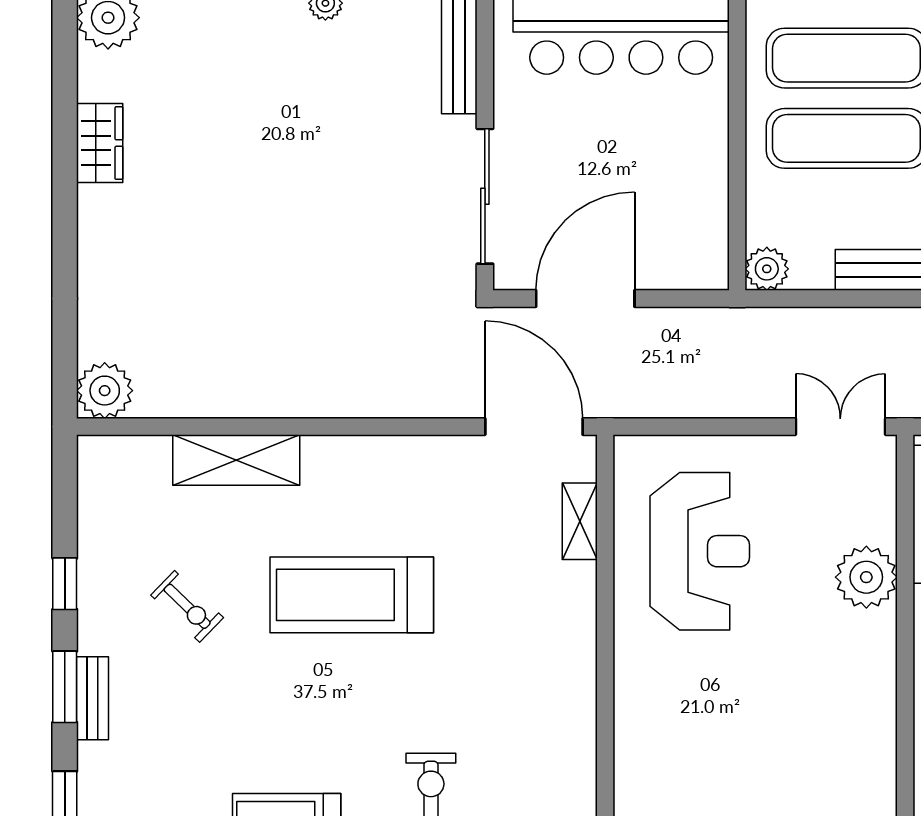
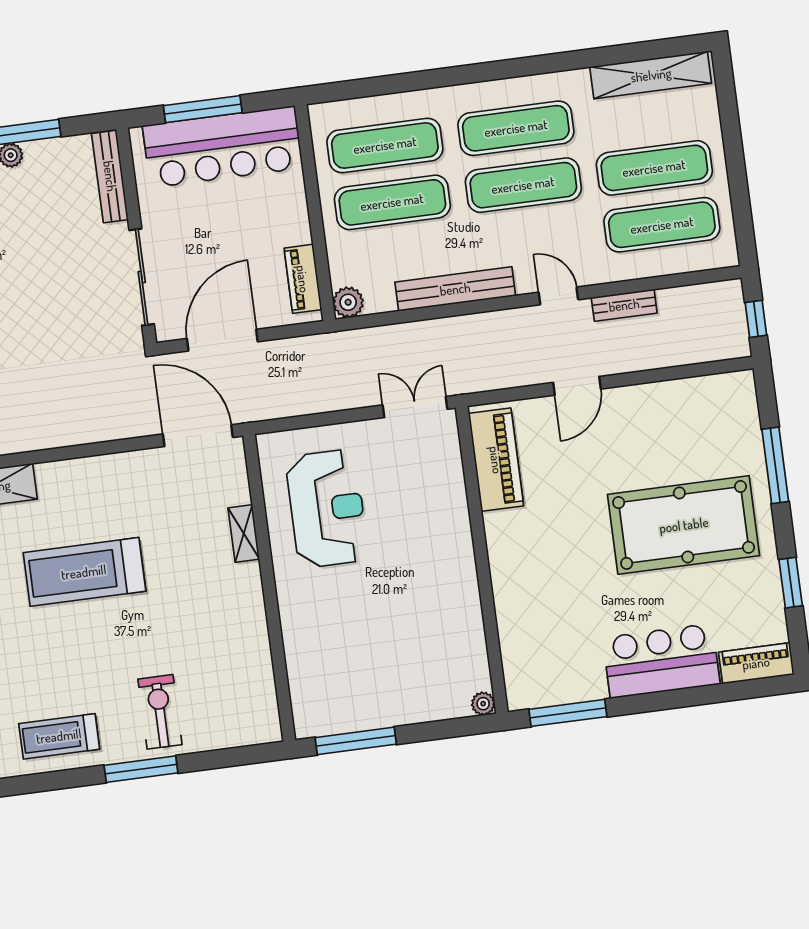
piano: (708, 228) -> (303, 279), added
shelving: (580, 521) -> (244, 533), moved
plant: (866, 577) -> (447, 511), removed

